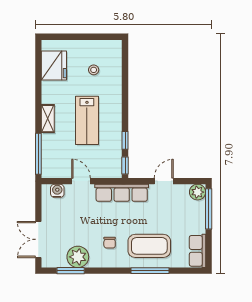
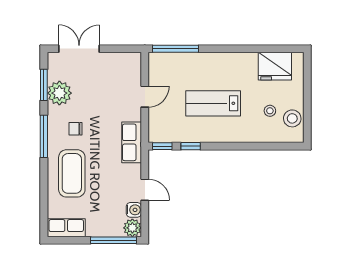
stool: (100, 50) -> (292, 118), added
shelving: (48, 119) -> (215, 59), removed
water cooler: (57, 191) -> (134, 210), moved
row of seats: (122, 193) -> (132, 142), width x0.68
window: (150, 271) -> (44, 136), moved

